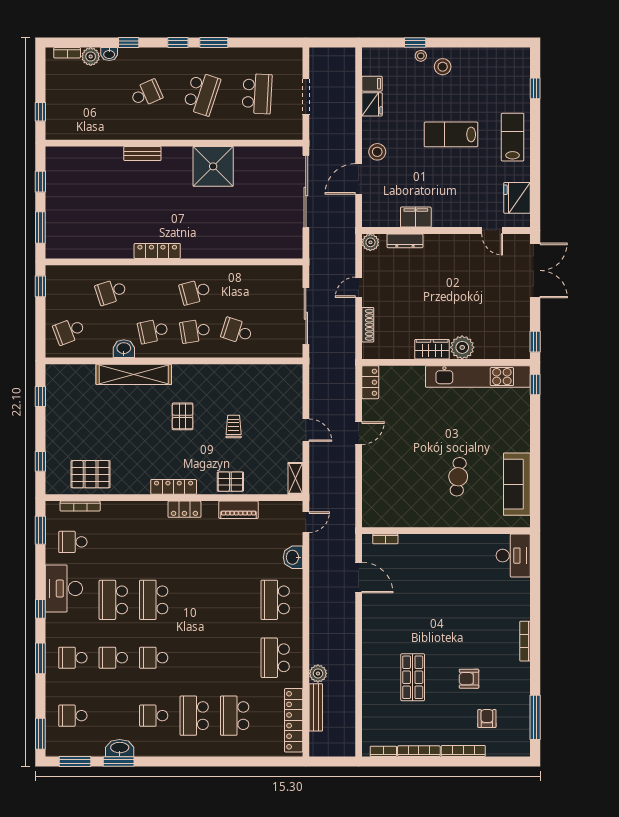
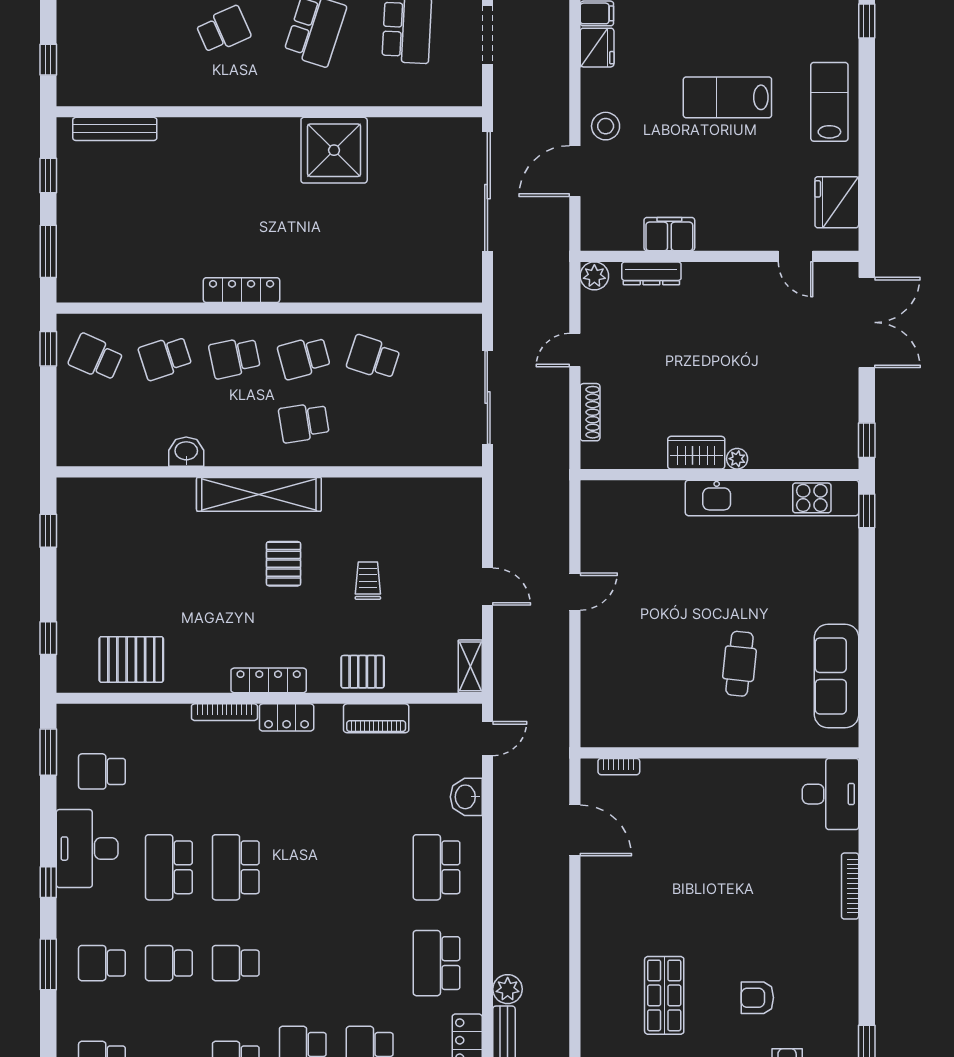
bench: (142, 154) -> (115, 129), moved, width x1.36
school desk: (69, 331) -> (96, 358), moved, turned 45
school desk: (153, 331) -> (235, 358), moved
school desk: (237, 331) -> (373, 358), moved
plant: (462, 347) -> (737, 459), width x0.53, depth x0.53
shelving: (134, 374) -> (259, 494), moved
locker: (370, 382) -> (594, 507), removed
bookcase: (80, 506) -> (224, 712), moved
bookcase: (525, 641) -> (850, 886), moved

